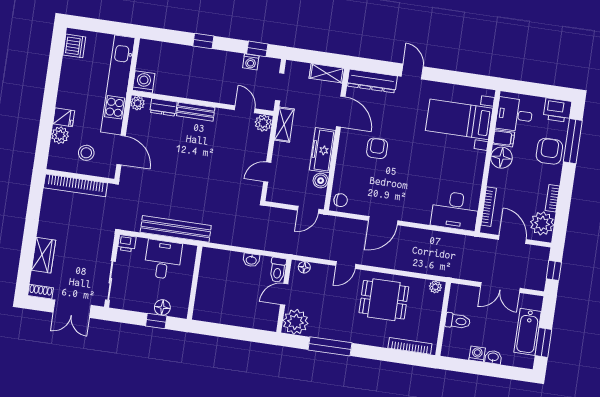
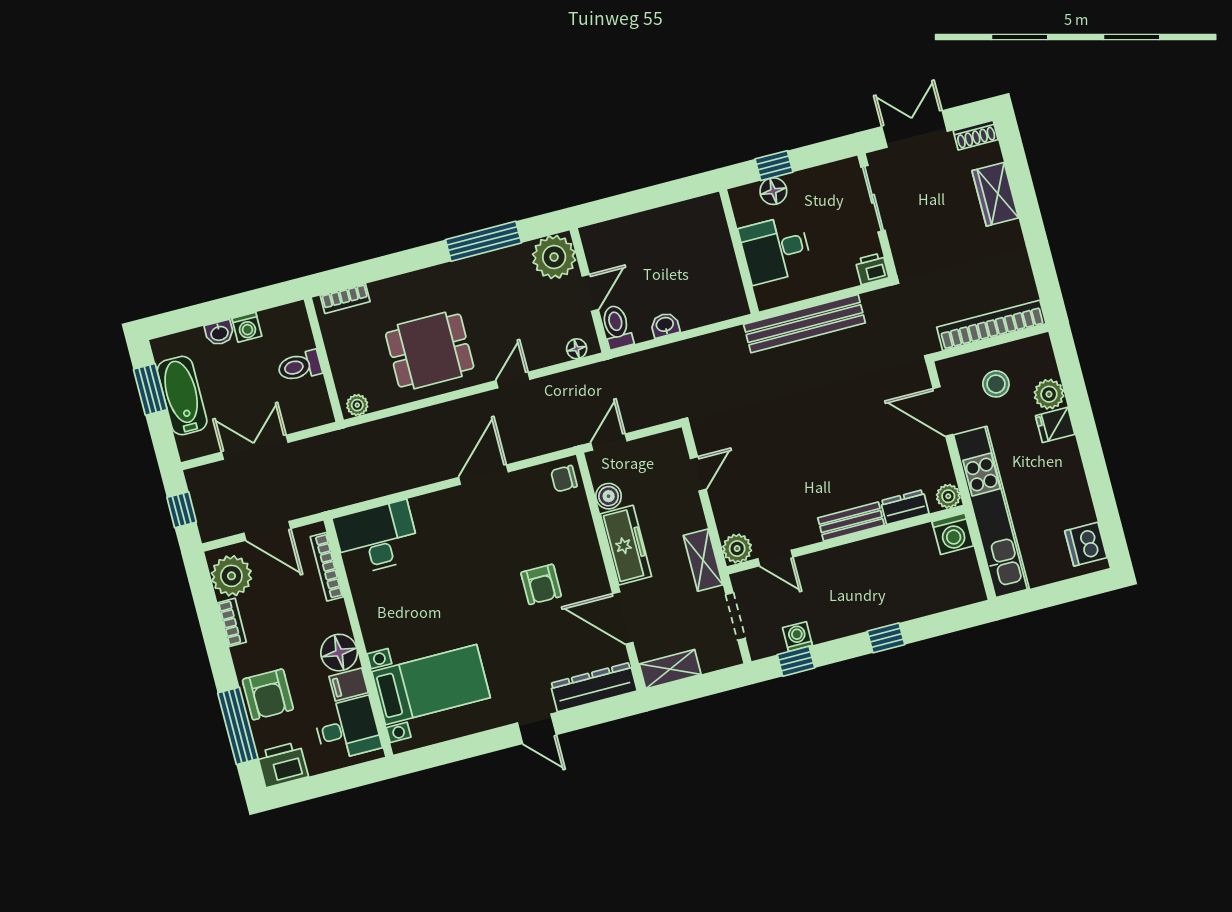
desk: (163, 260) -> (776, 249), moved, turned 90
bookcase: (410, 346) -> (345, 299), width x0.64

